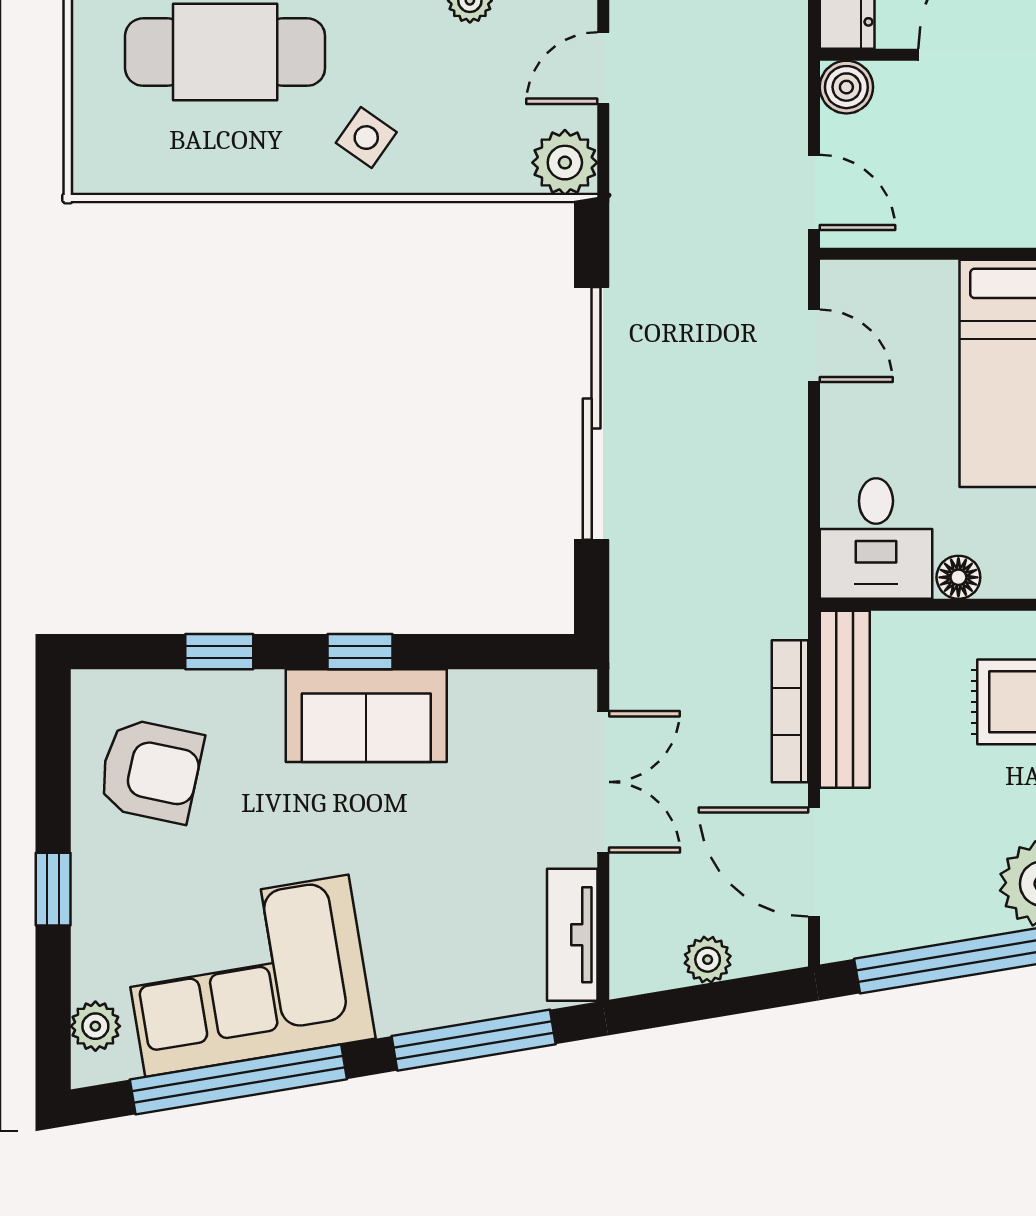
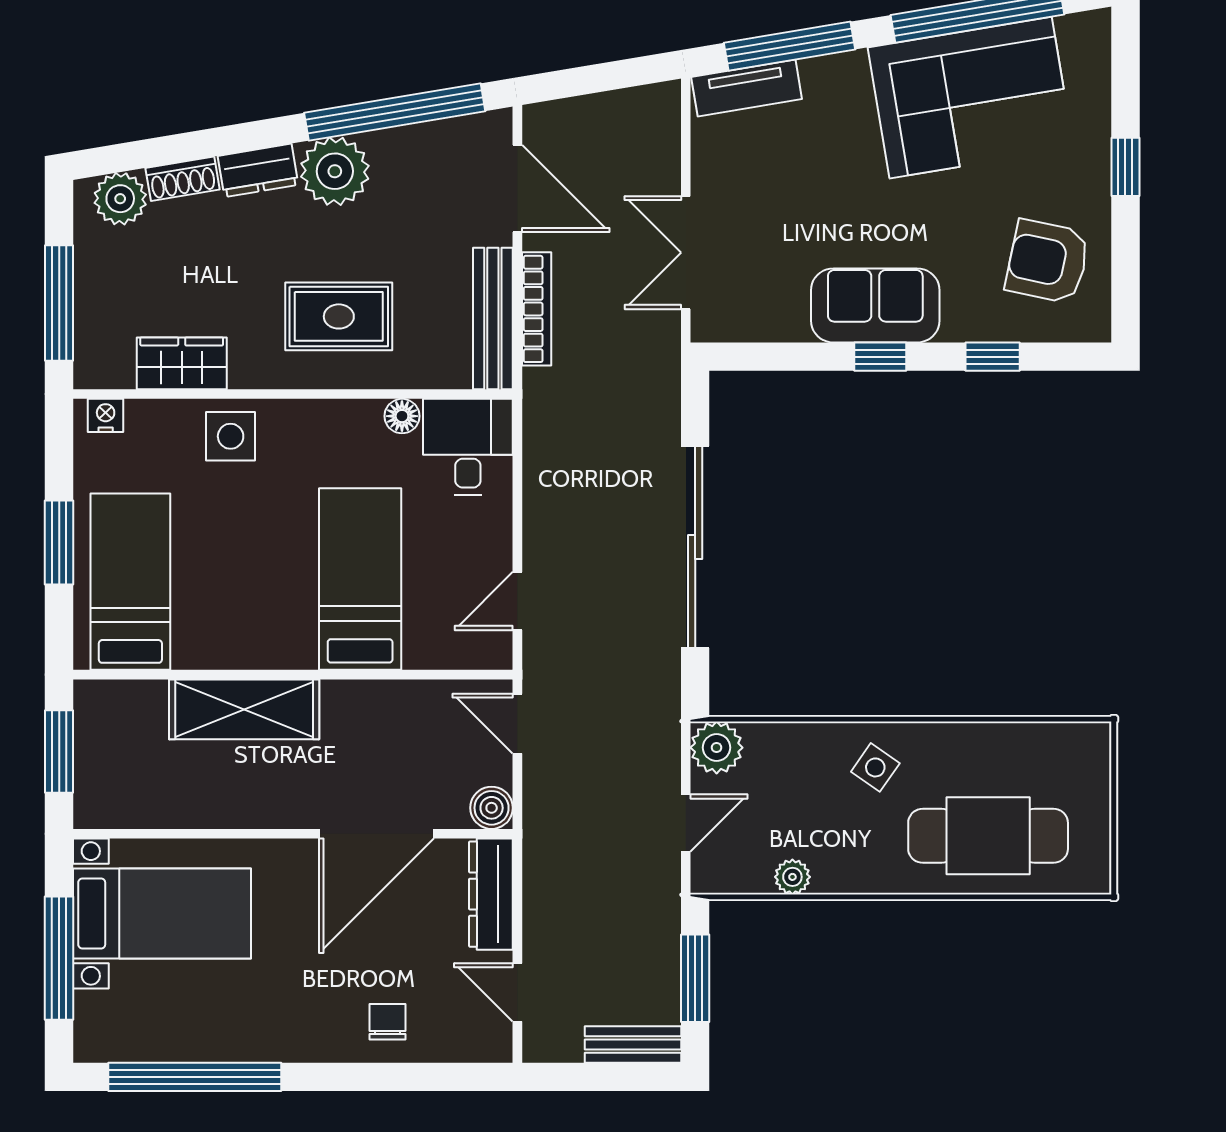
door: (814, 346) -> (517, 601), hinge flipped
tv unit: (572, 935) -> (747, 88), moved, turned 81
plant: (708, 960) -> (602, 110), removed
plant: (95, 1026) -> (1092, 57), removed

